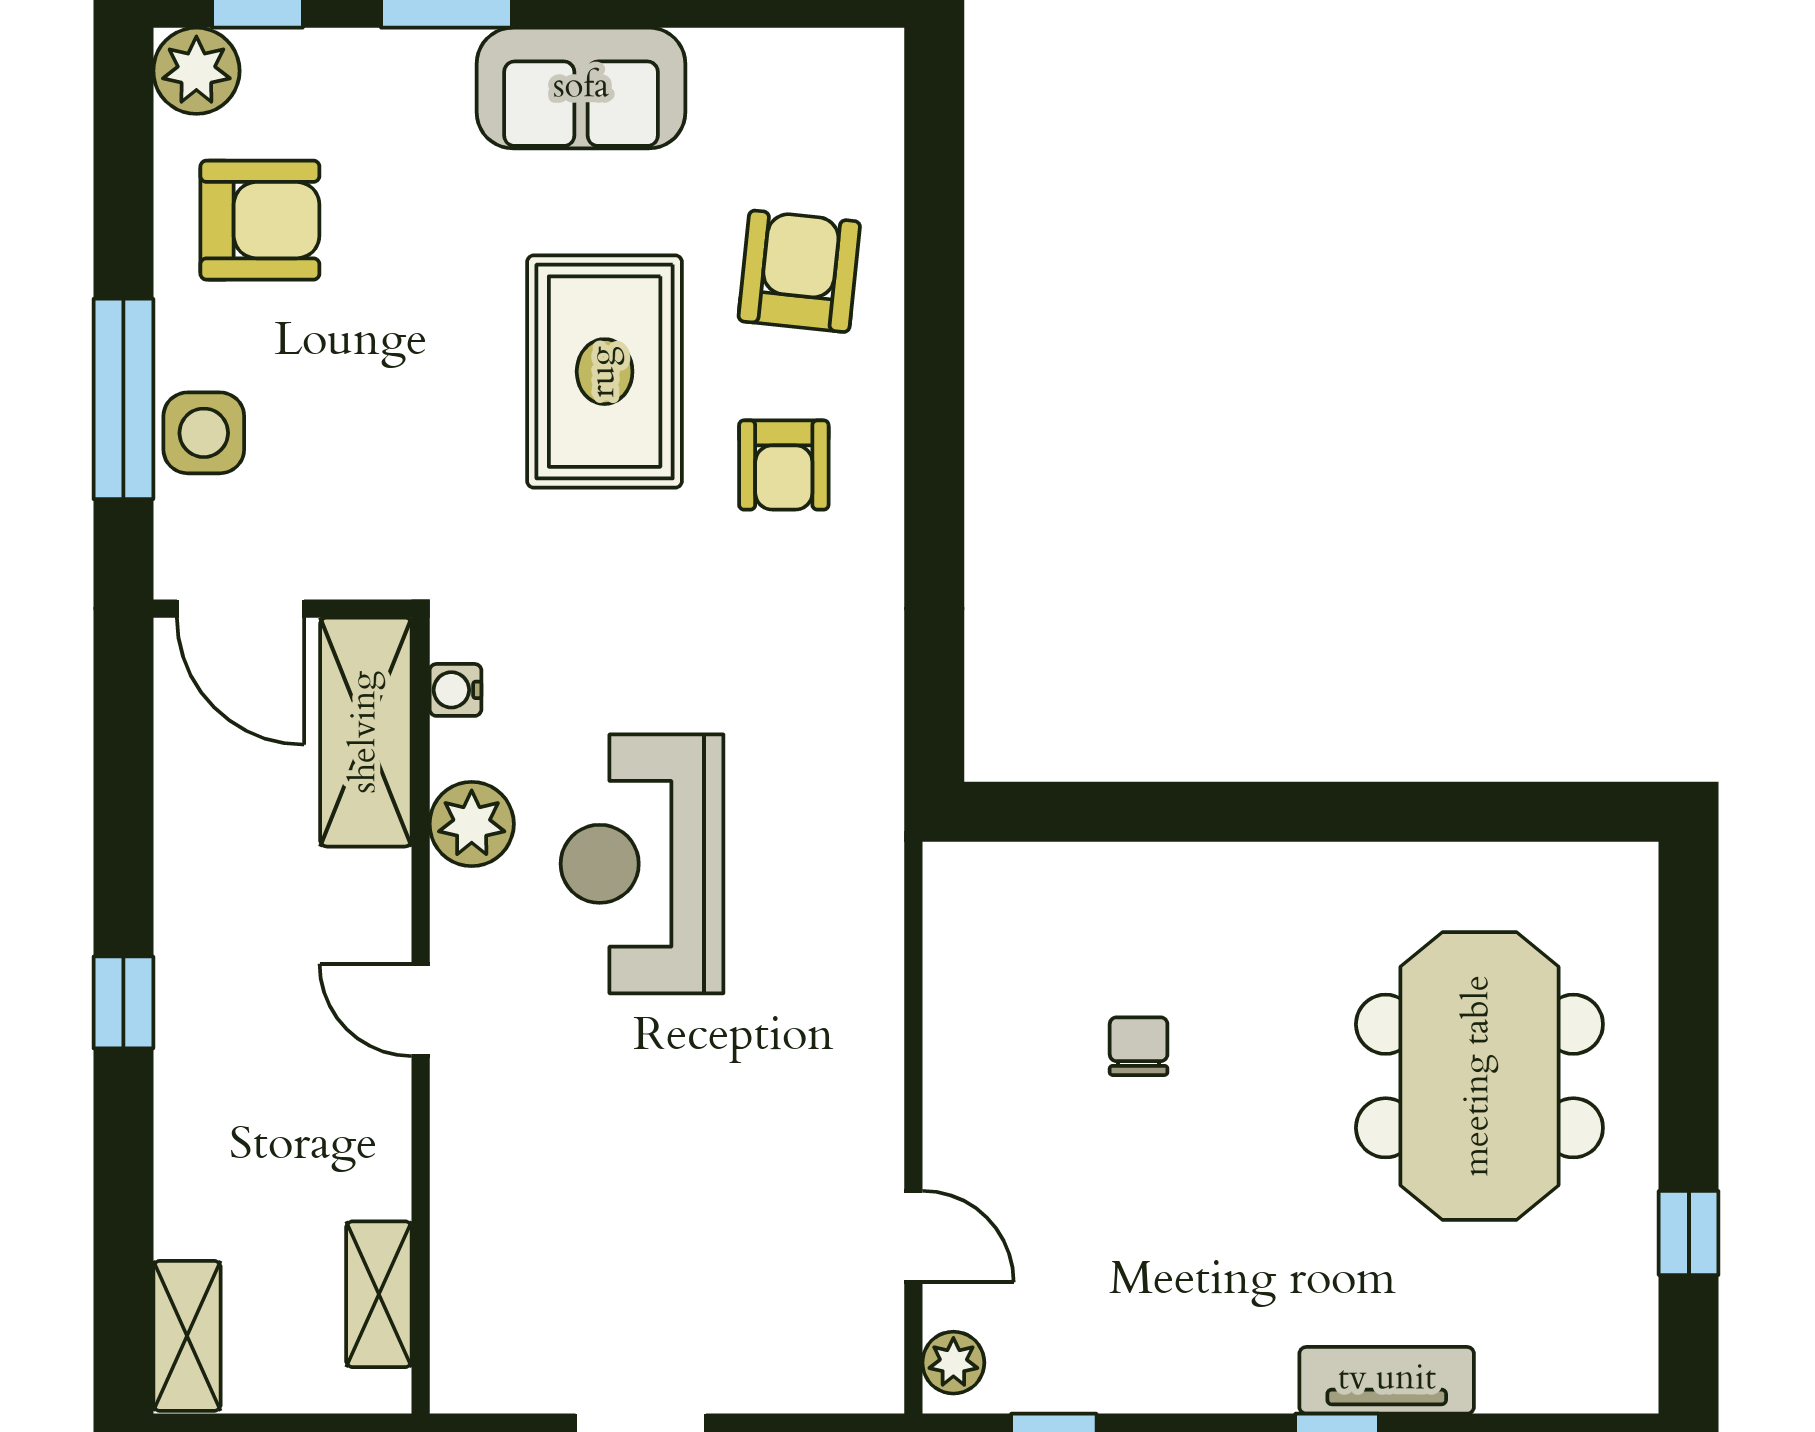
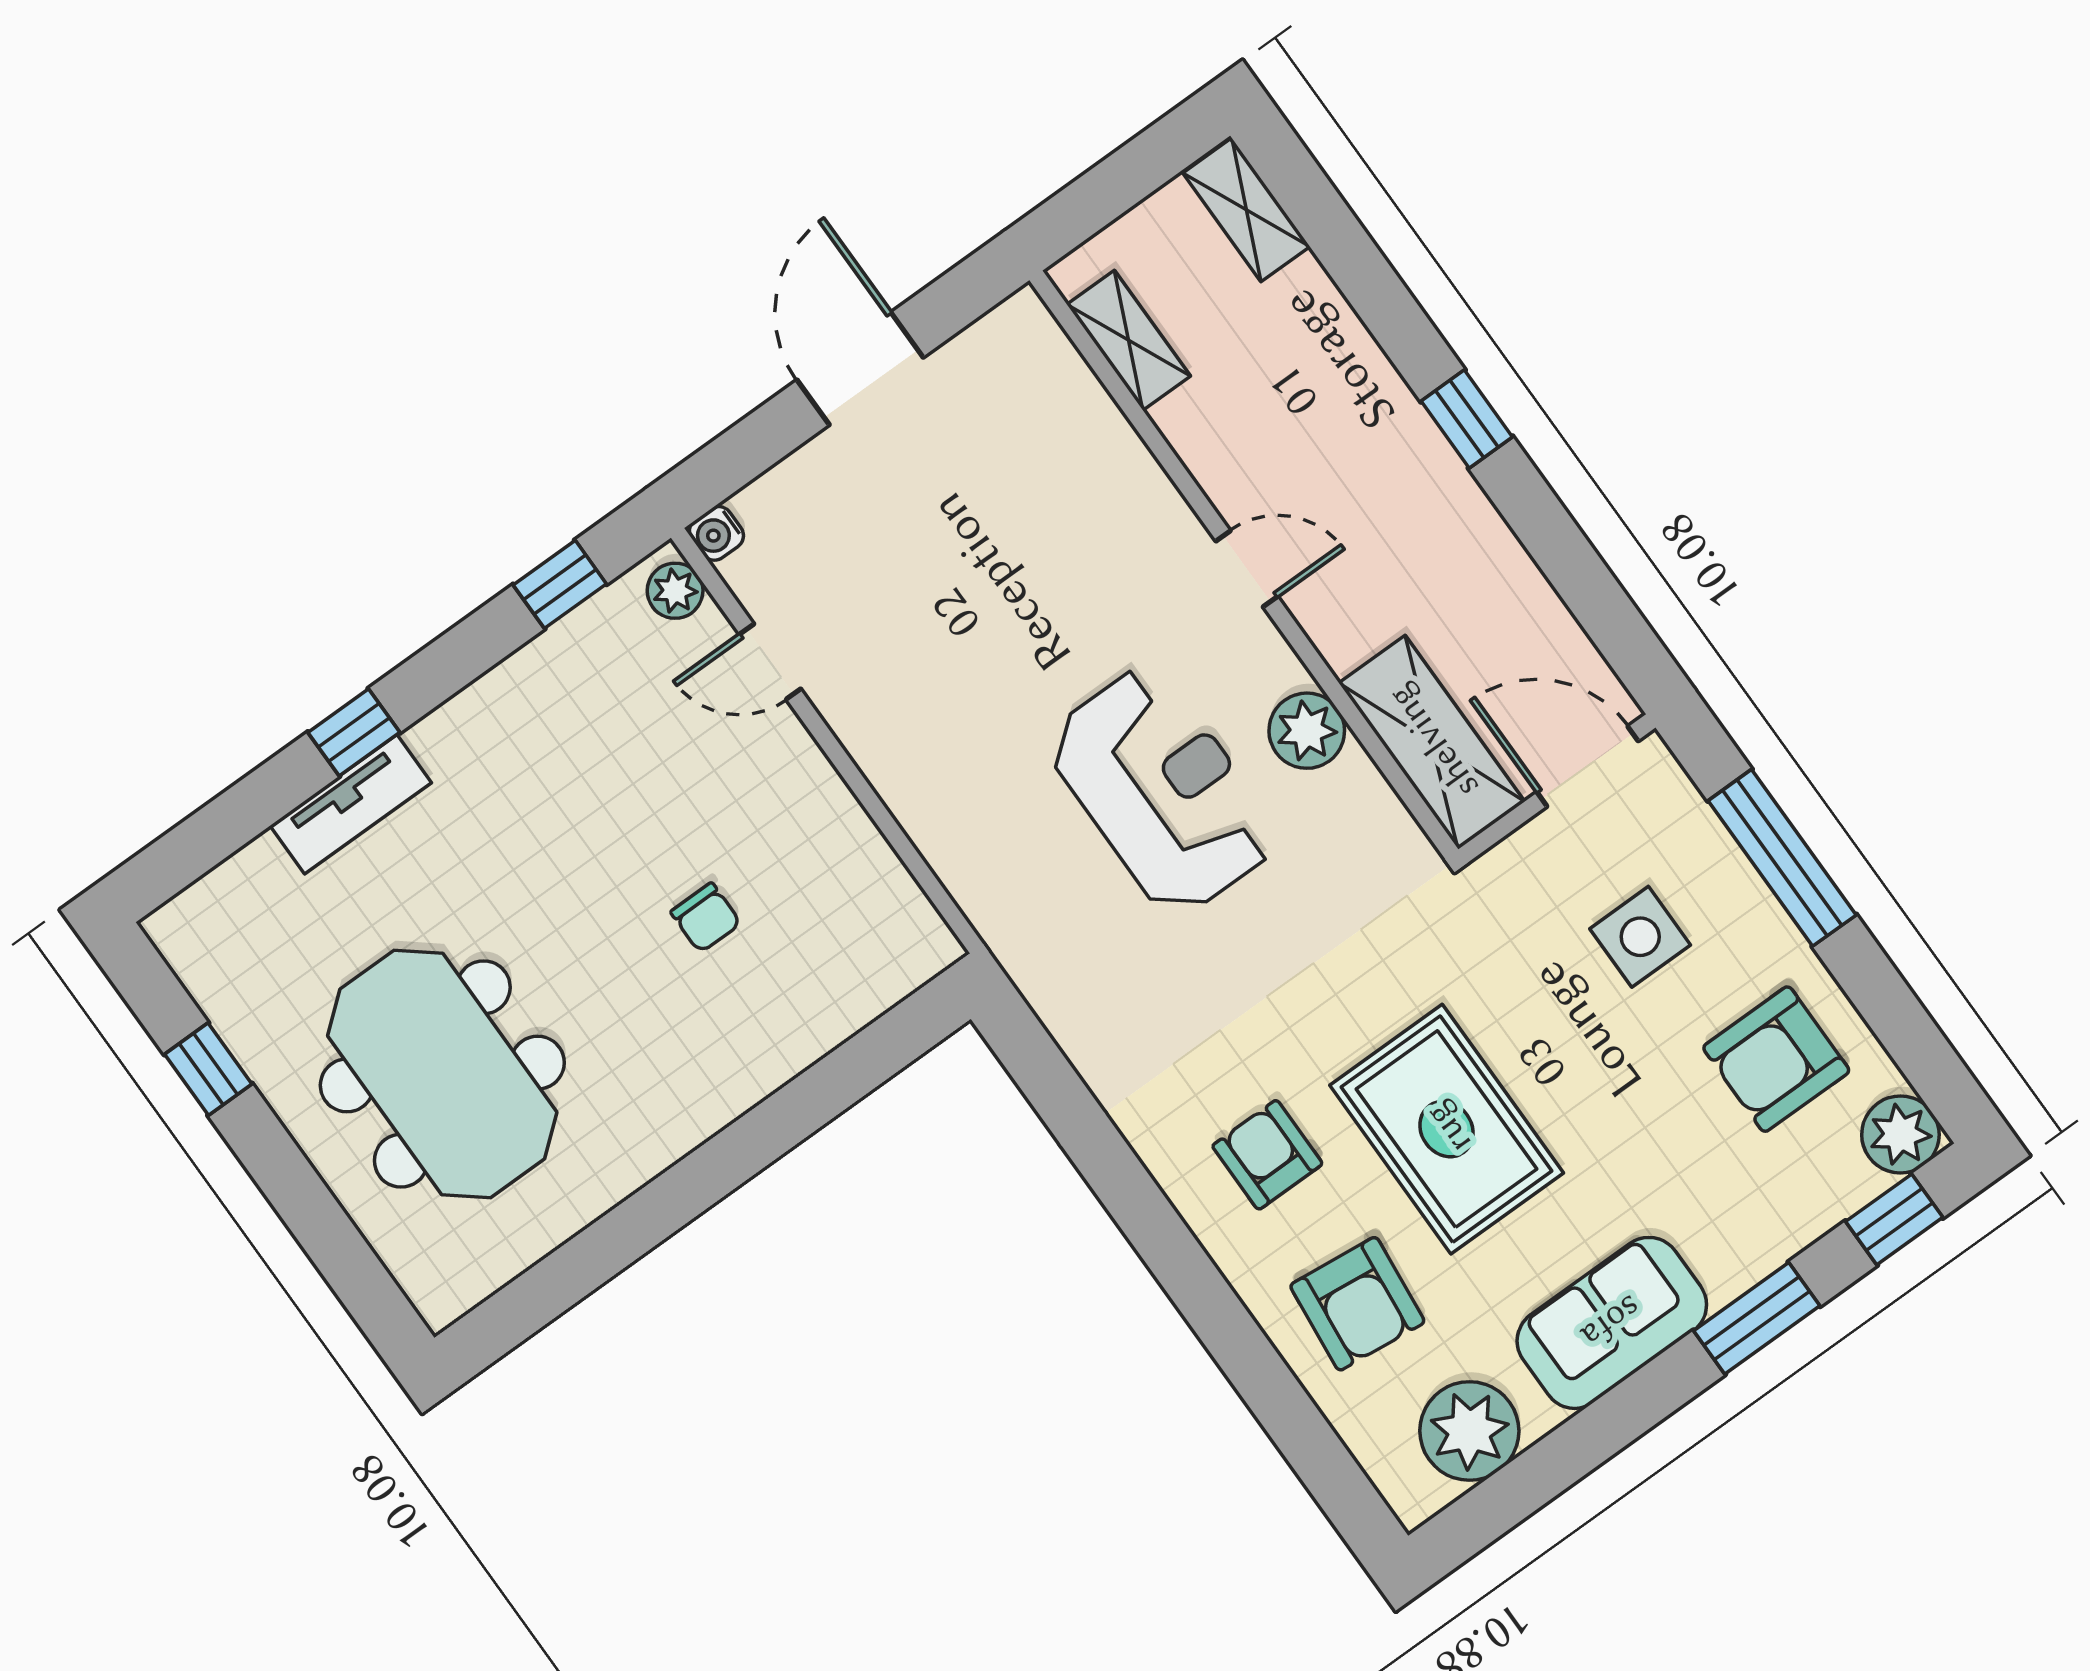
plant: (781, 83) -> (1469, 1431), added
side table: (204, 433) -> (1640, 937), moved
water cooler: (456, 690) -> (716, 533), moved, turned 180

